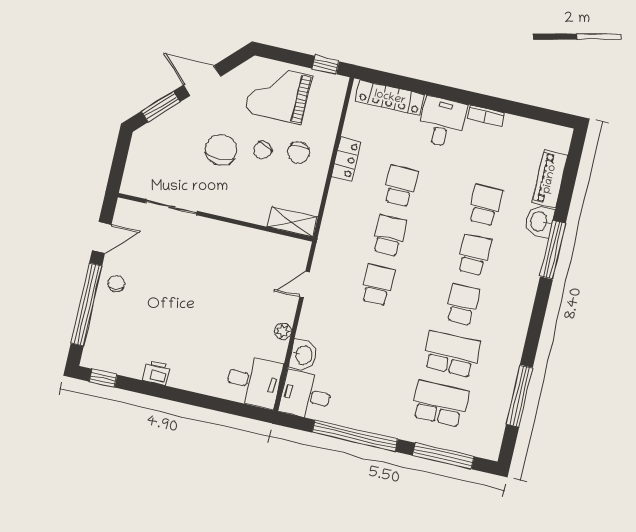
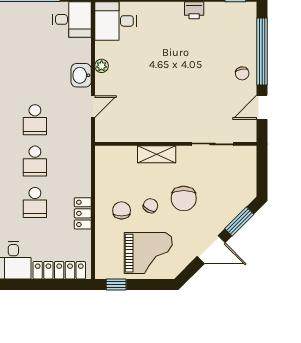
shelving: (293, 222) -> (157, 154), moved
washbasin: (303, 355) -> (81, 75), moved

